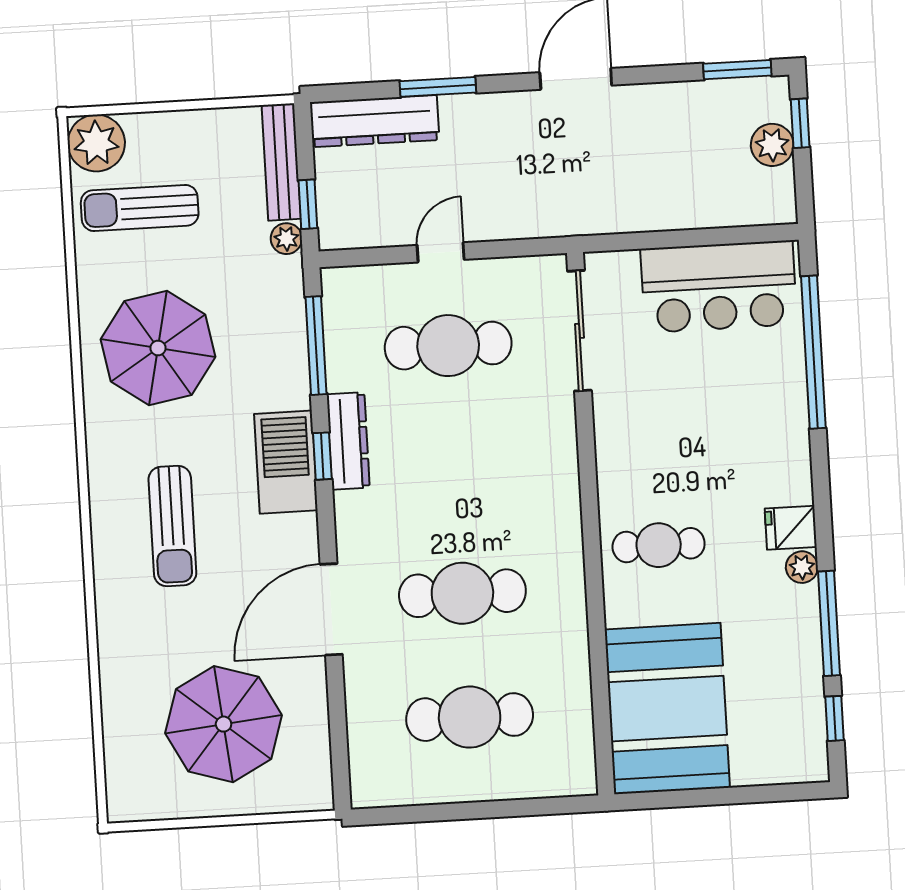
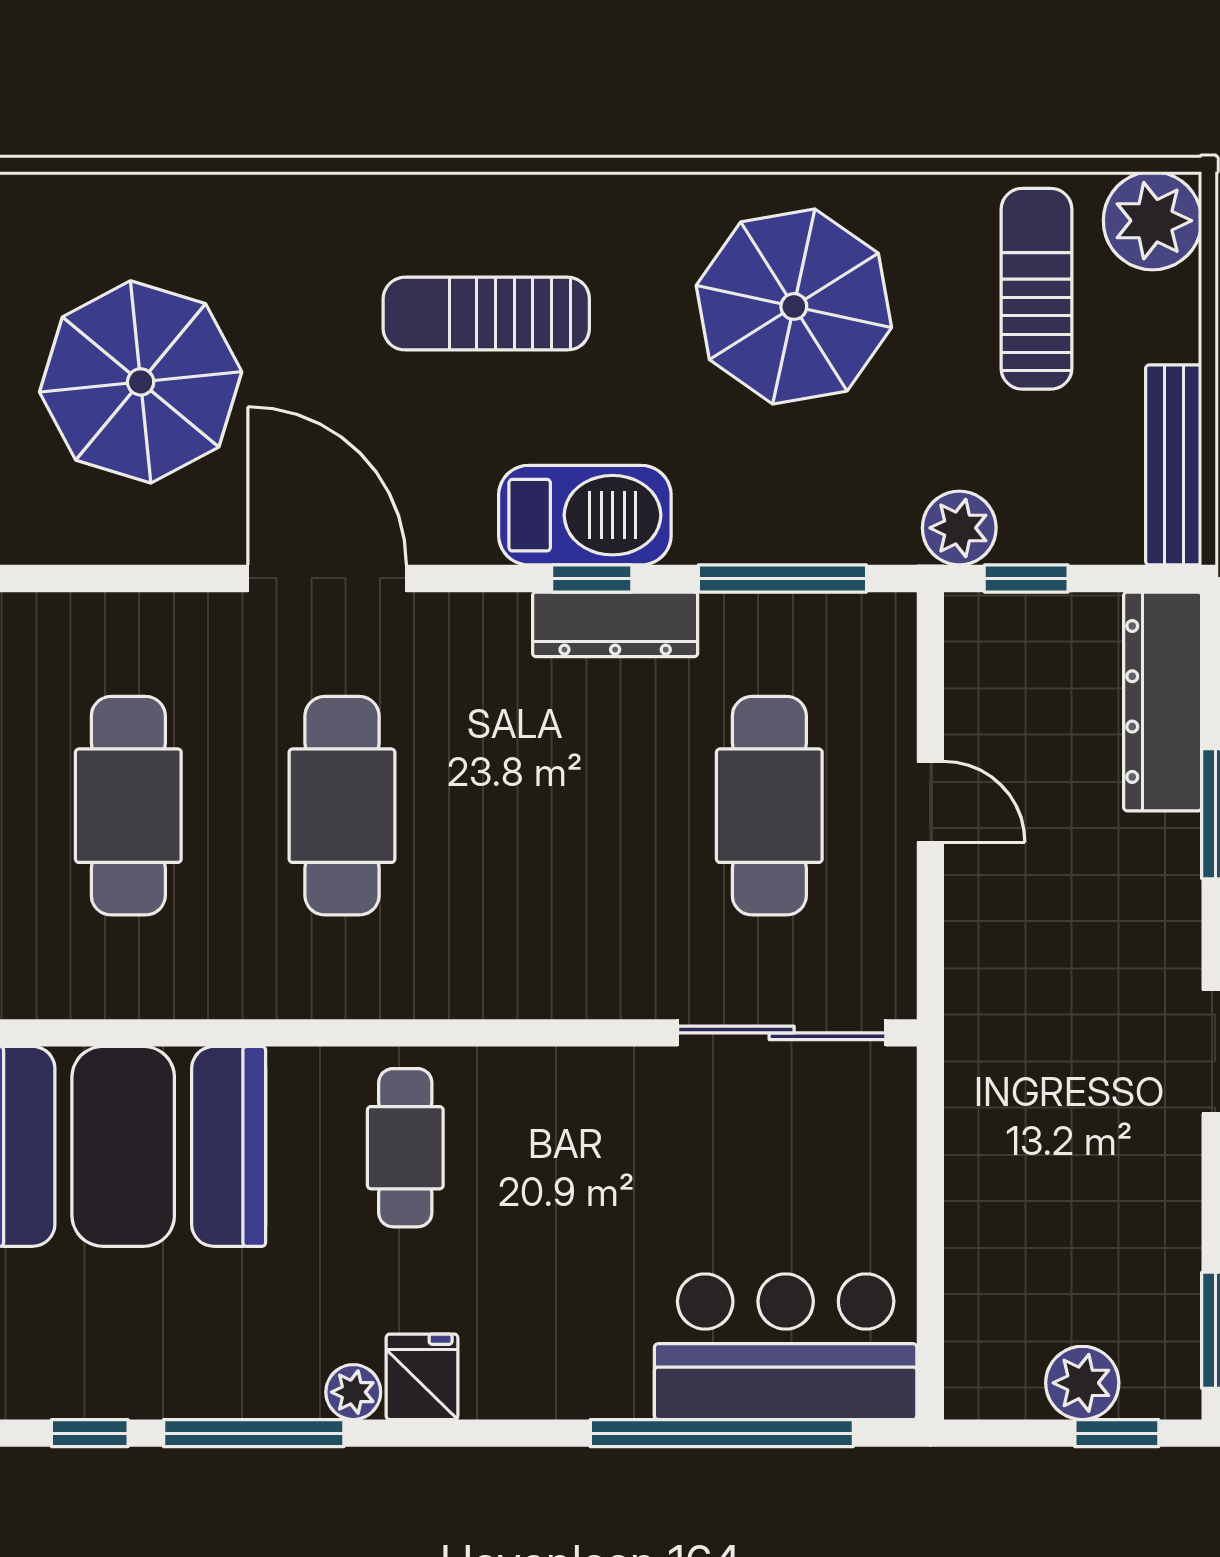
bench: (281, 162) -> (1174, 465), moved, turned 90
plant: (286, 239) -> (959, 528), width x1.38, depth x1.38
bar counter: (719, 287) -> (786, 1347), moved, turned 90

